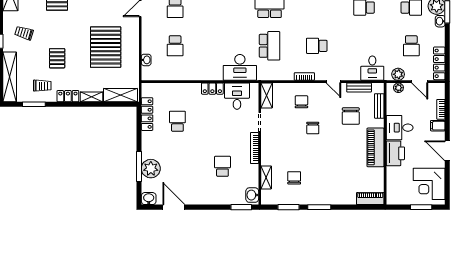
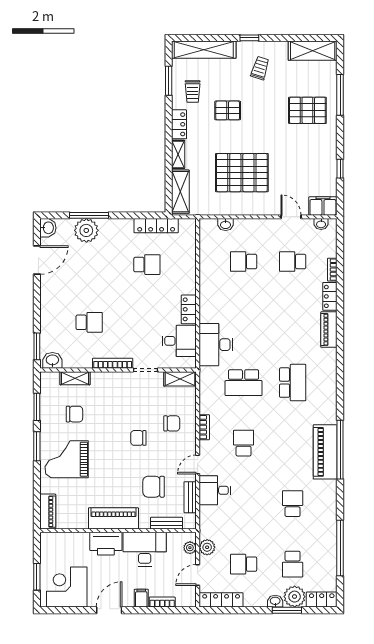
desk: (372, 68) -> (215, 490), moved
desk: (400, 128) -> (145, 549), width x1.37
grand piano: (329, 184) -> (67, 459), added

